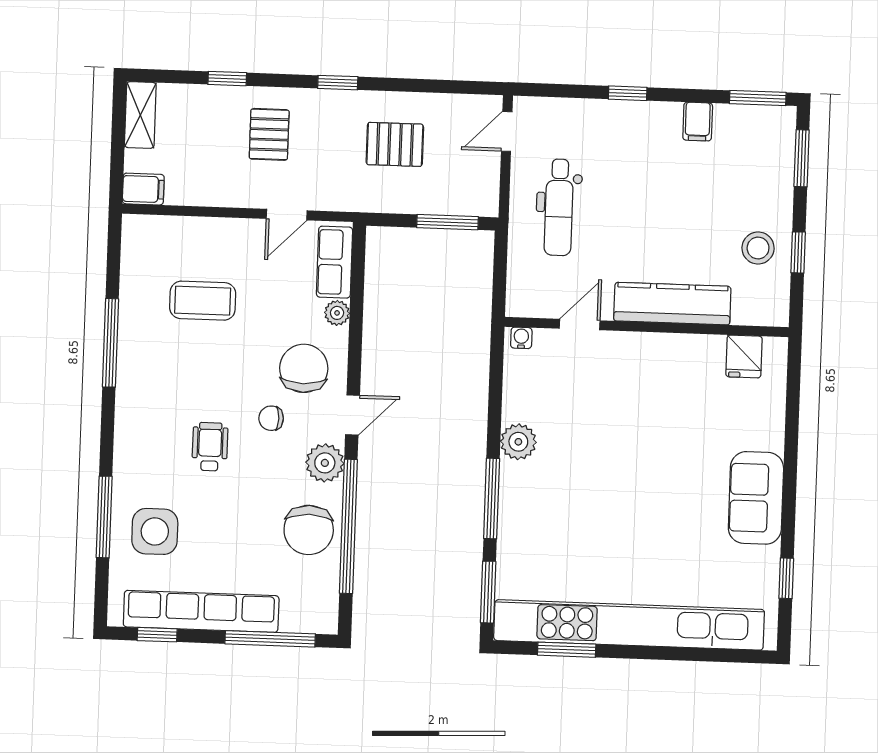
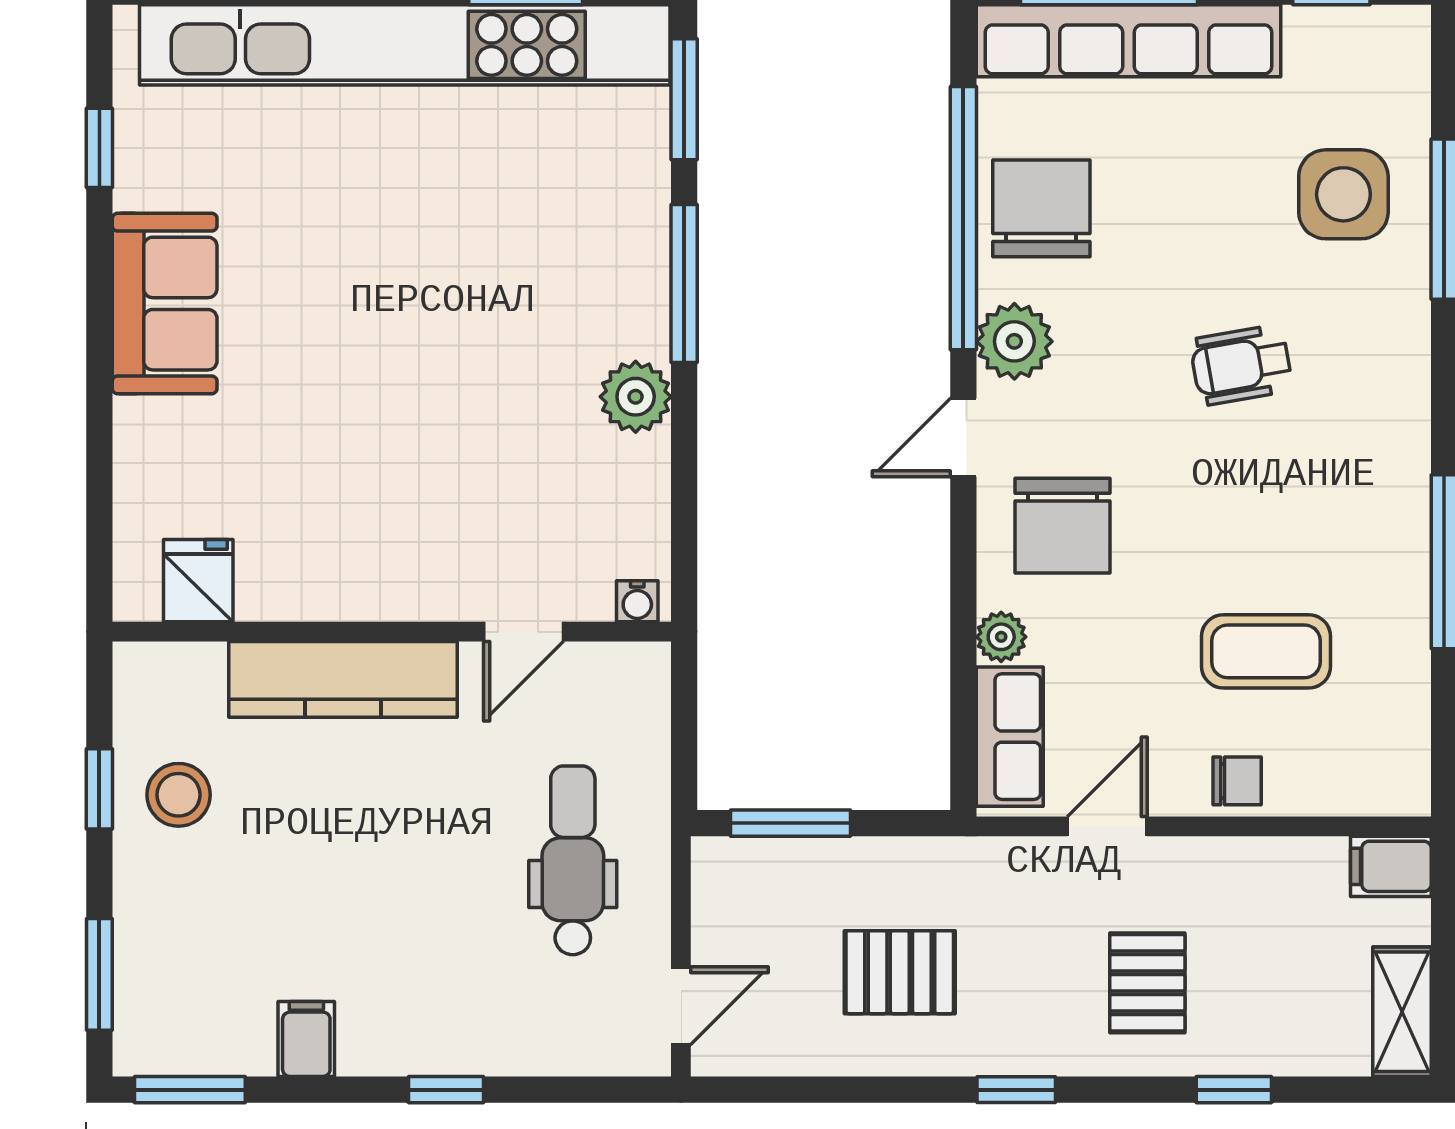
chair: (271, 418) -> (1237, 781), moved
wheelchair: (210, 447) -> (1241, 365), turned 80
row of seats: (201, 611) -> (1128, 41), moved

